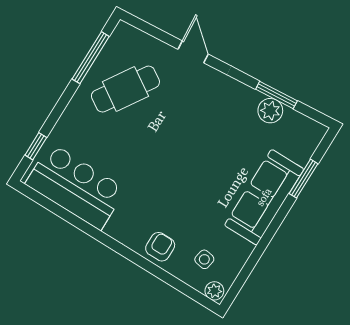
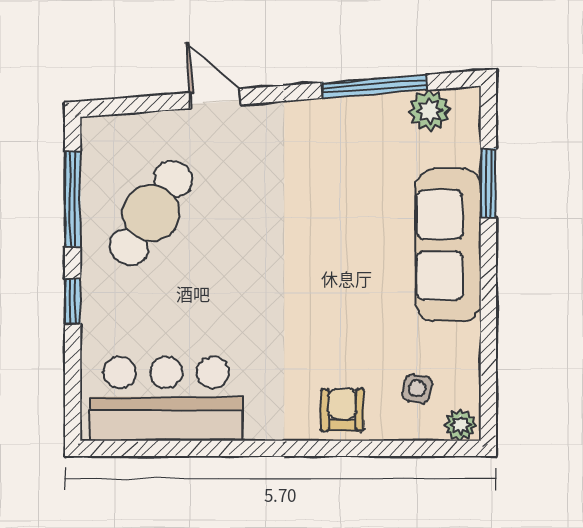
window: (276, 95) -> (374, 86), width x1.44
plant: (270, 111) -> (429, 111), moved
window: (36, 146) -> (73, 301), moved

